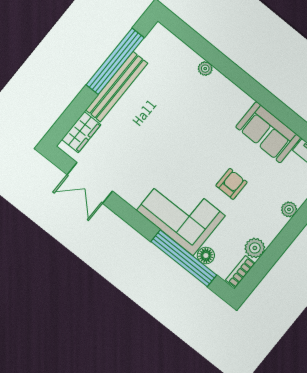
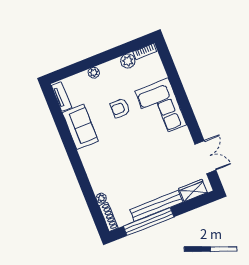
shoe rack: (169, 39) -> (108, 217), added
plant: (205, 69) -> (101, 198), moved
floor lamp: (206, 255) -> (160, 73), removed
window: (184, 258) -> (174, 79), removed

